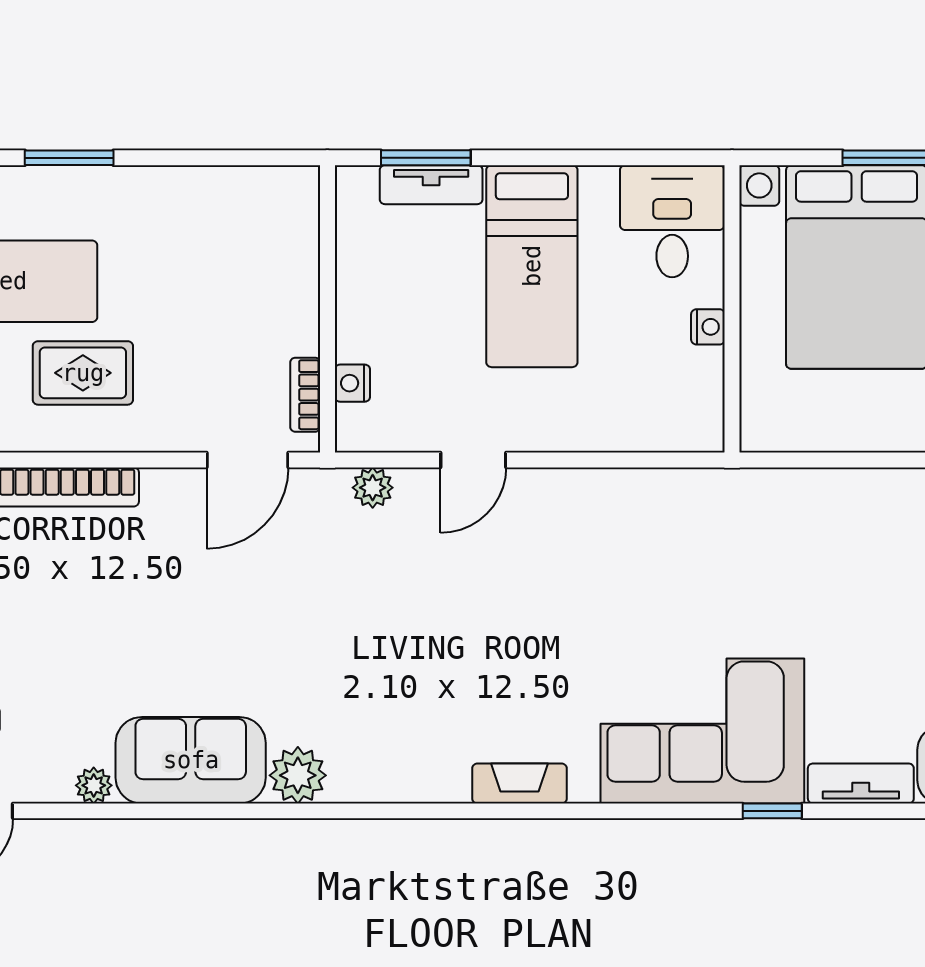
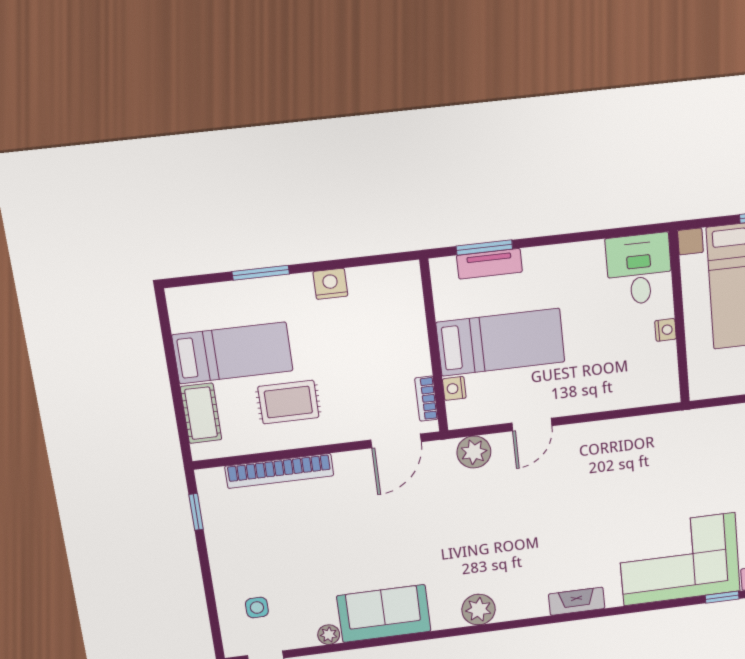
nightstand: (175, 188) -> (330, 284), added
bed: (532, 266) -> (501, 342), moved, turned -90
plant: (373, 488) -> (474, 452), width x1.38, depth x1.38
plant: (298, 775) -> (479, 610), moved

